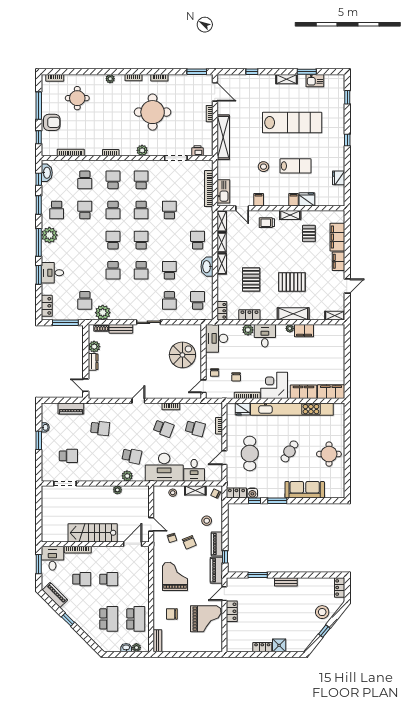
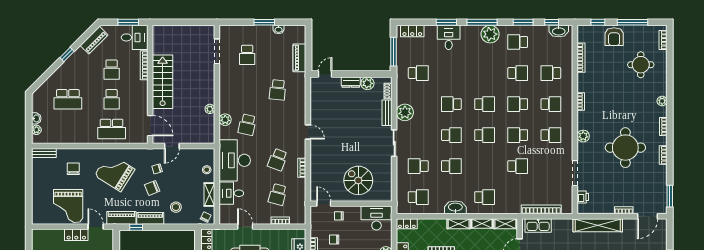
school desk: (141, 270) -> (451, 135), turned 180
school desk: (85, 300) -> (418, 73), turned 180
plant: (103, 313) -> (405, 112), moved
spiral stairs: (182, 355) -> (358, 180), turned 180
grand piano: (175, 576) -> (115, 172), turned -148
school desk: (136, 619) -> (112, 129), moved

